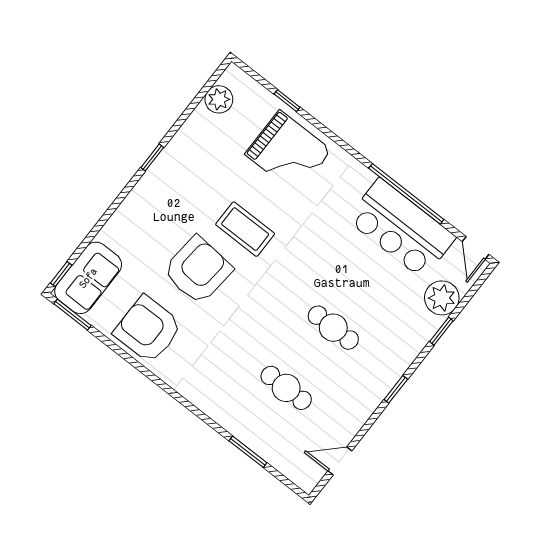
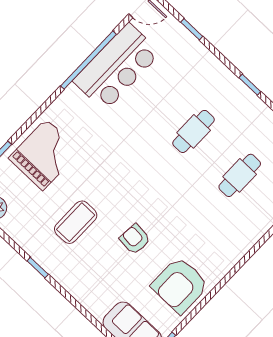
coffee table: (245, 229) -> (76, 222), moved
armchair: (198, 270) -> (135, 239), width x0.53, depth x0.53
plant: (442, 298) -> (178, 39), removed
window: (441, 331) -> (192, 29), moved

